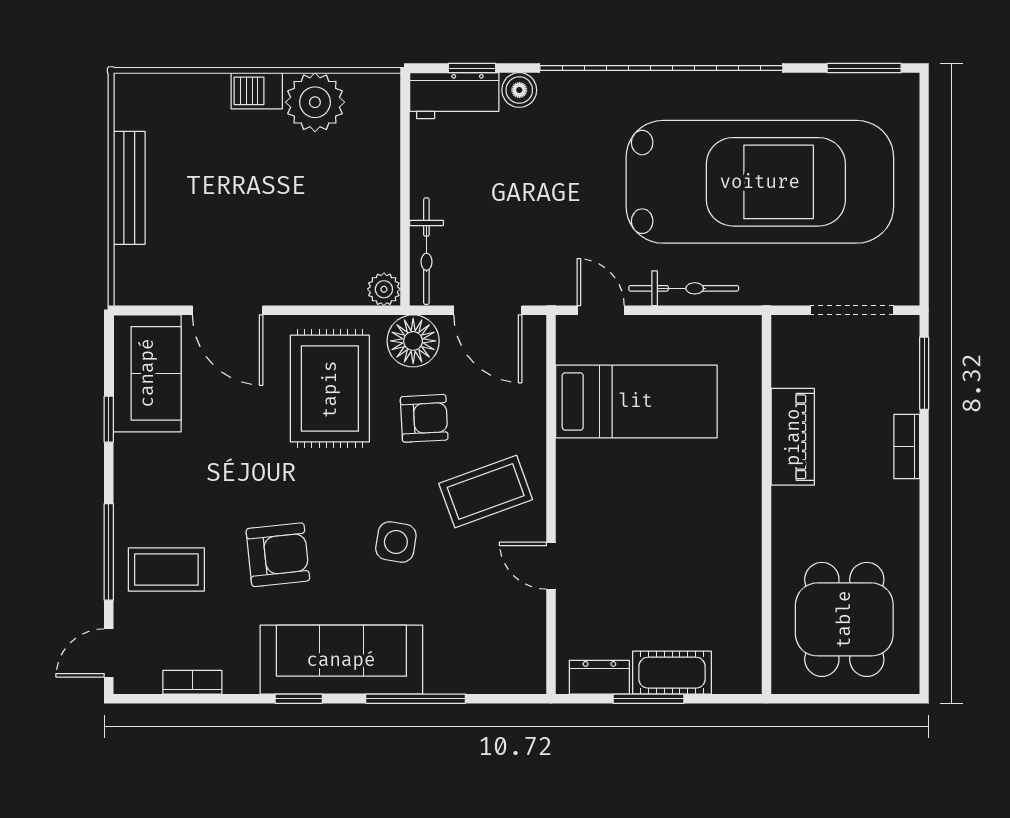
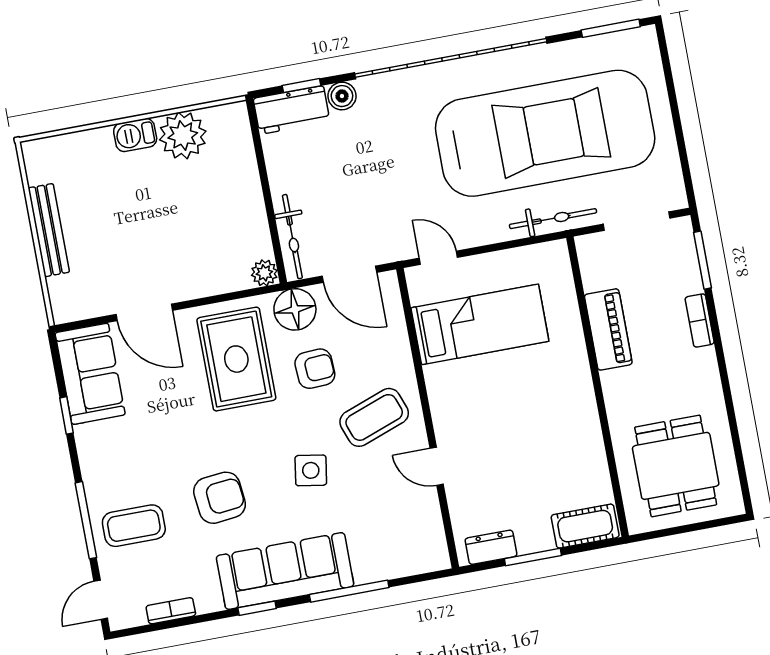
bicycle: (684, 288) -> (553, 219), moved
cot: (672, 673) -> (585, 526), moved

